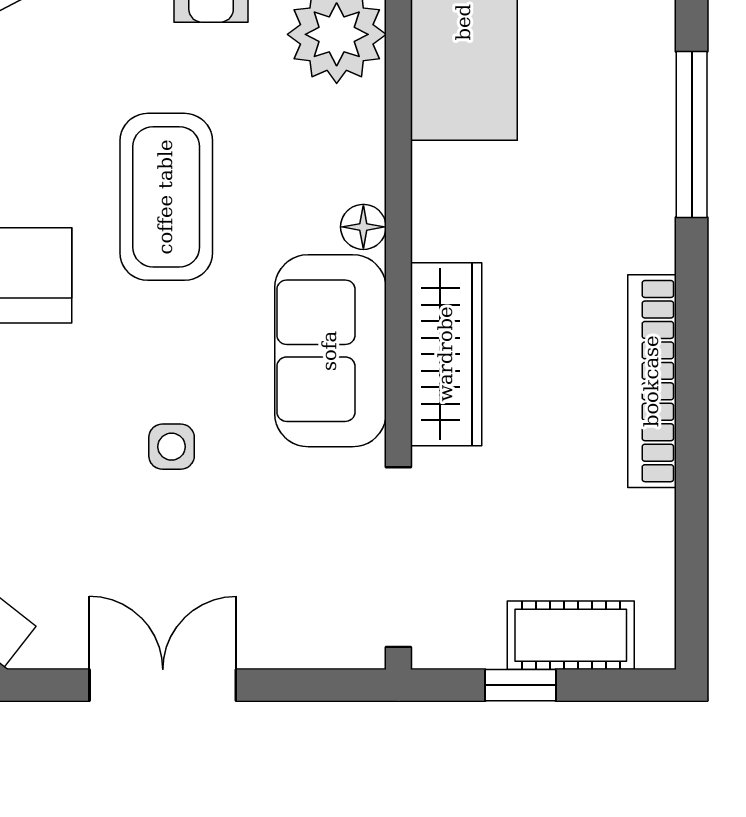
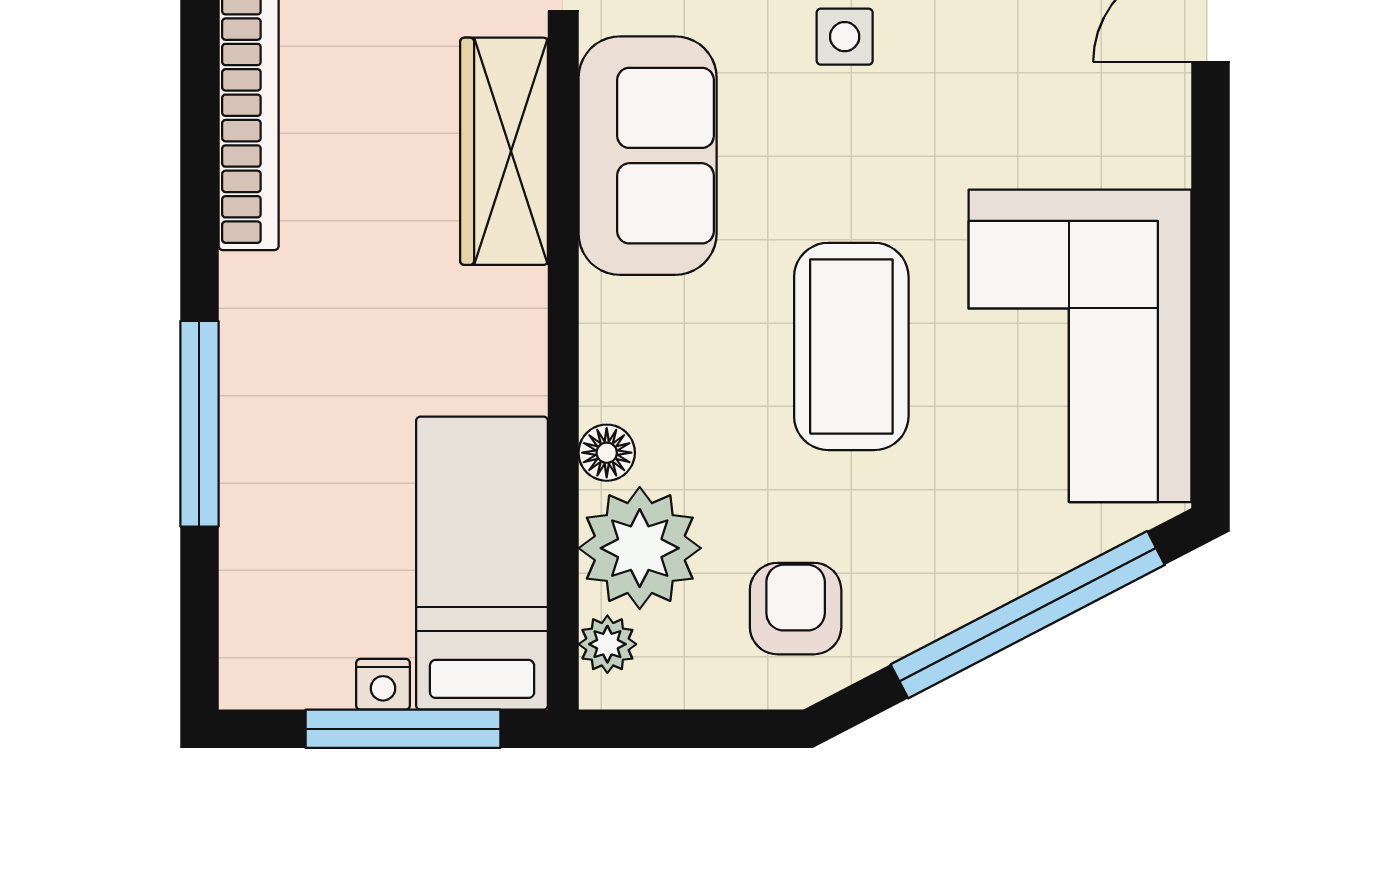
floor lamp: (363, 227) -> (607, 453), moved

